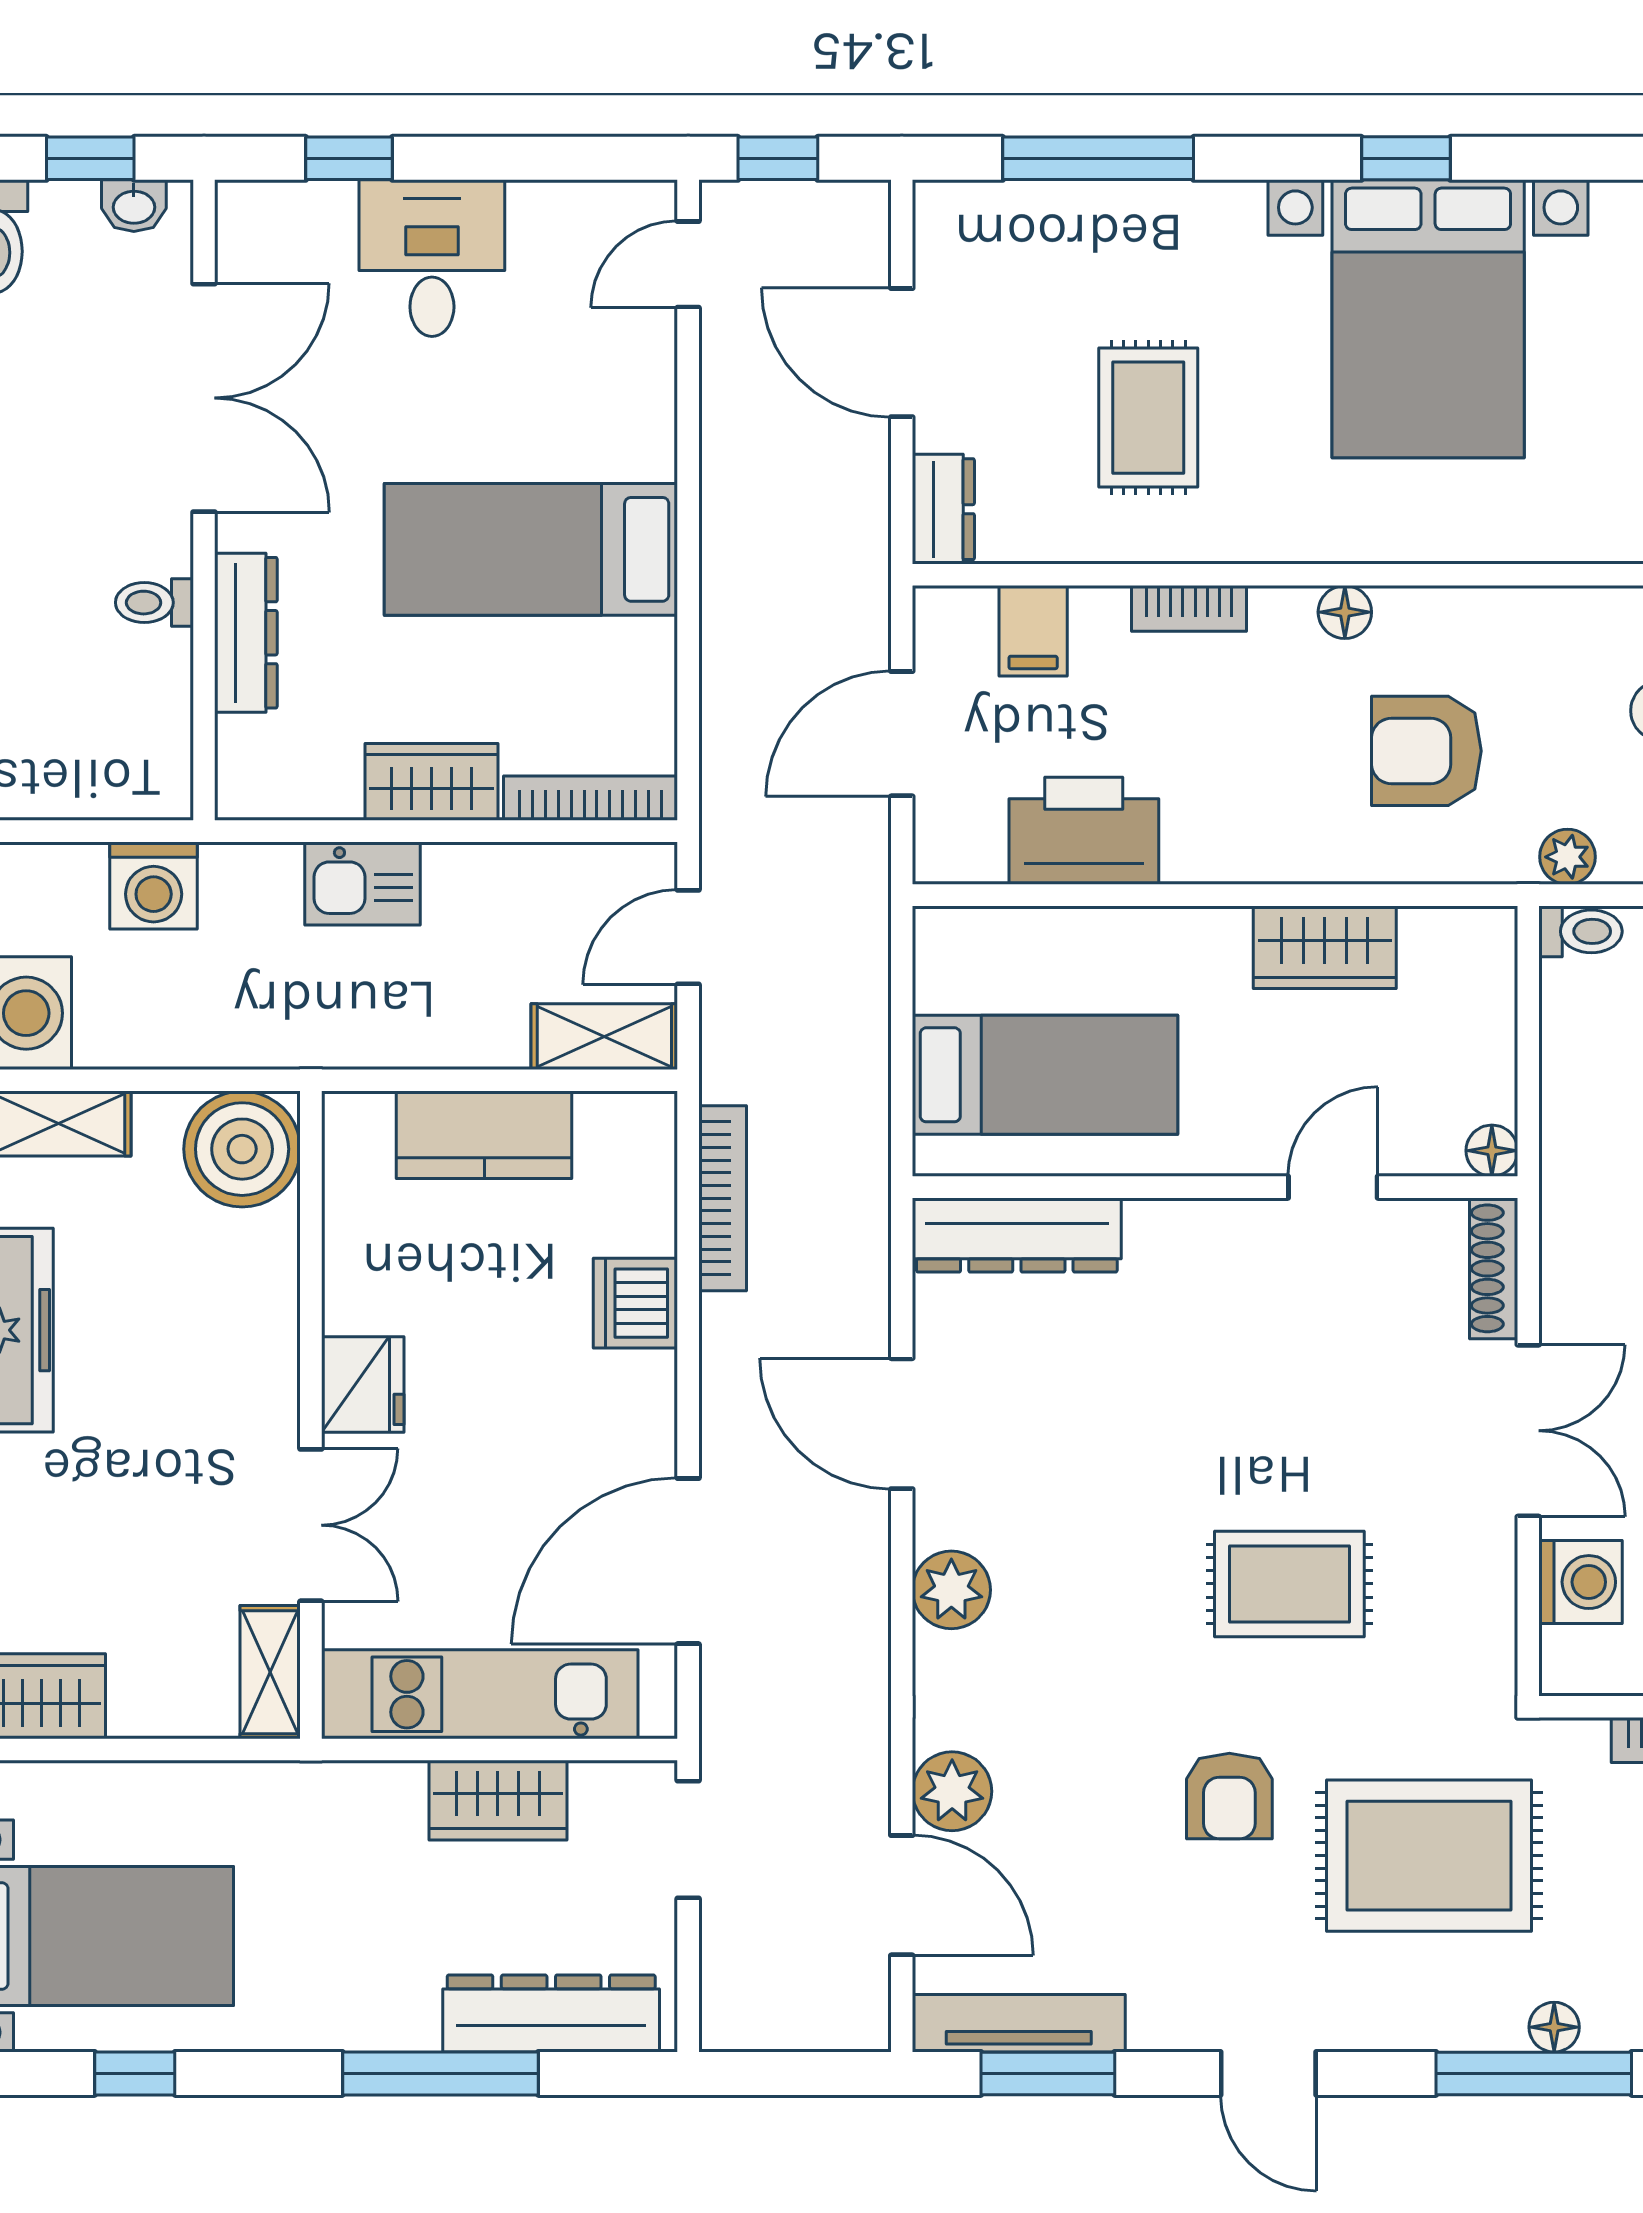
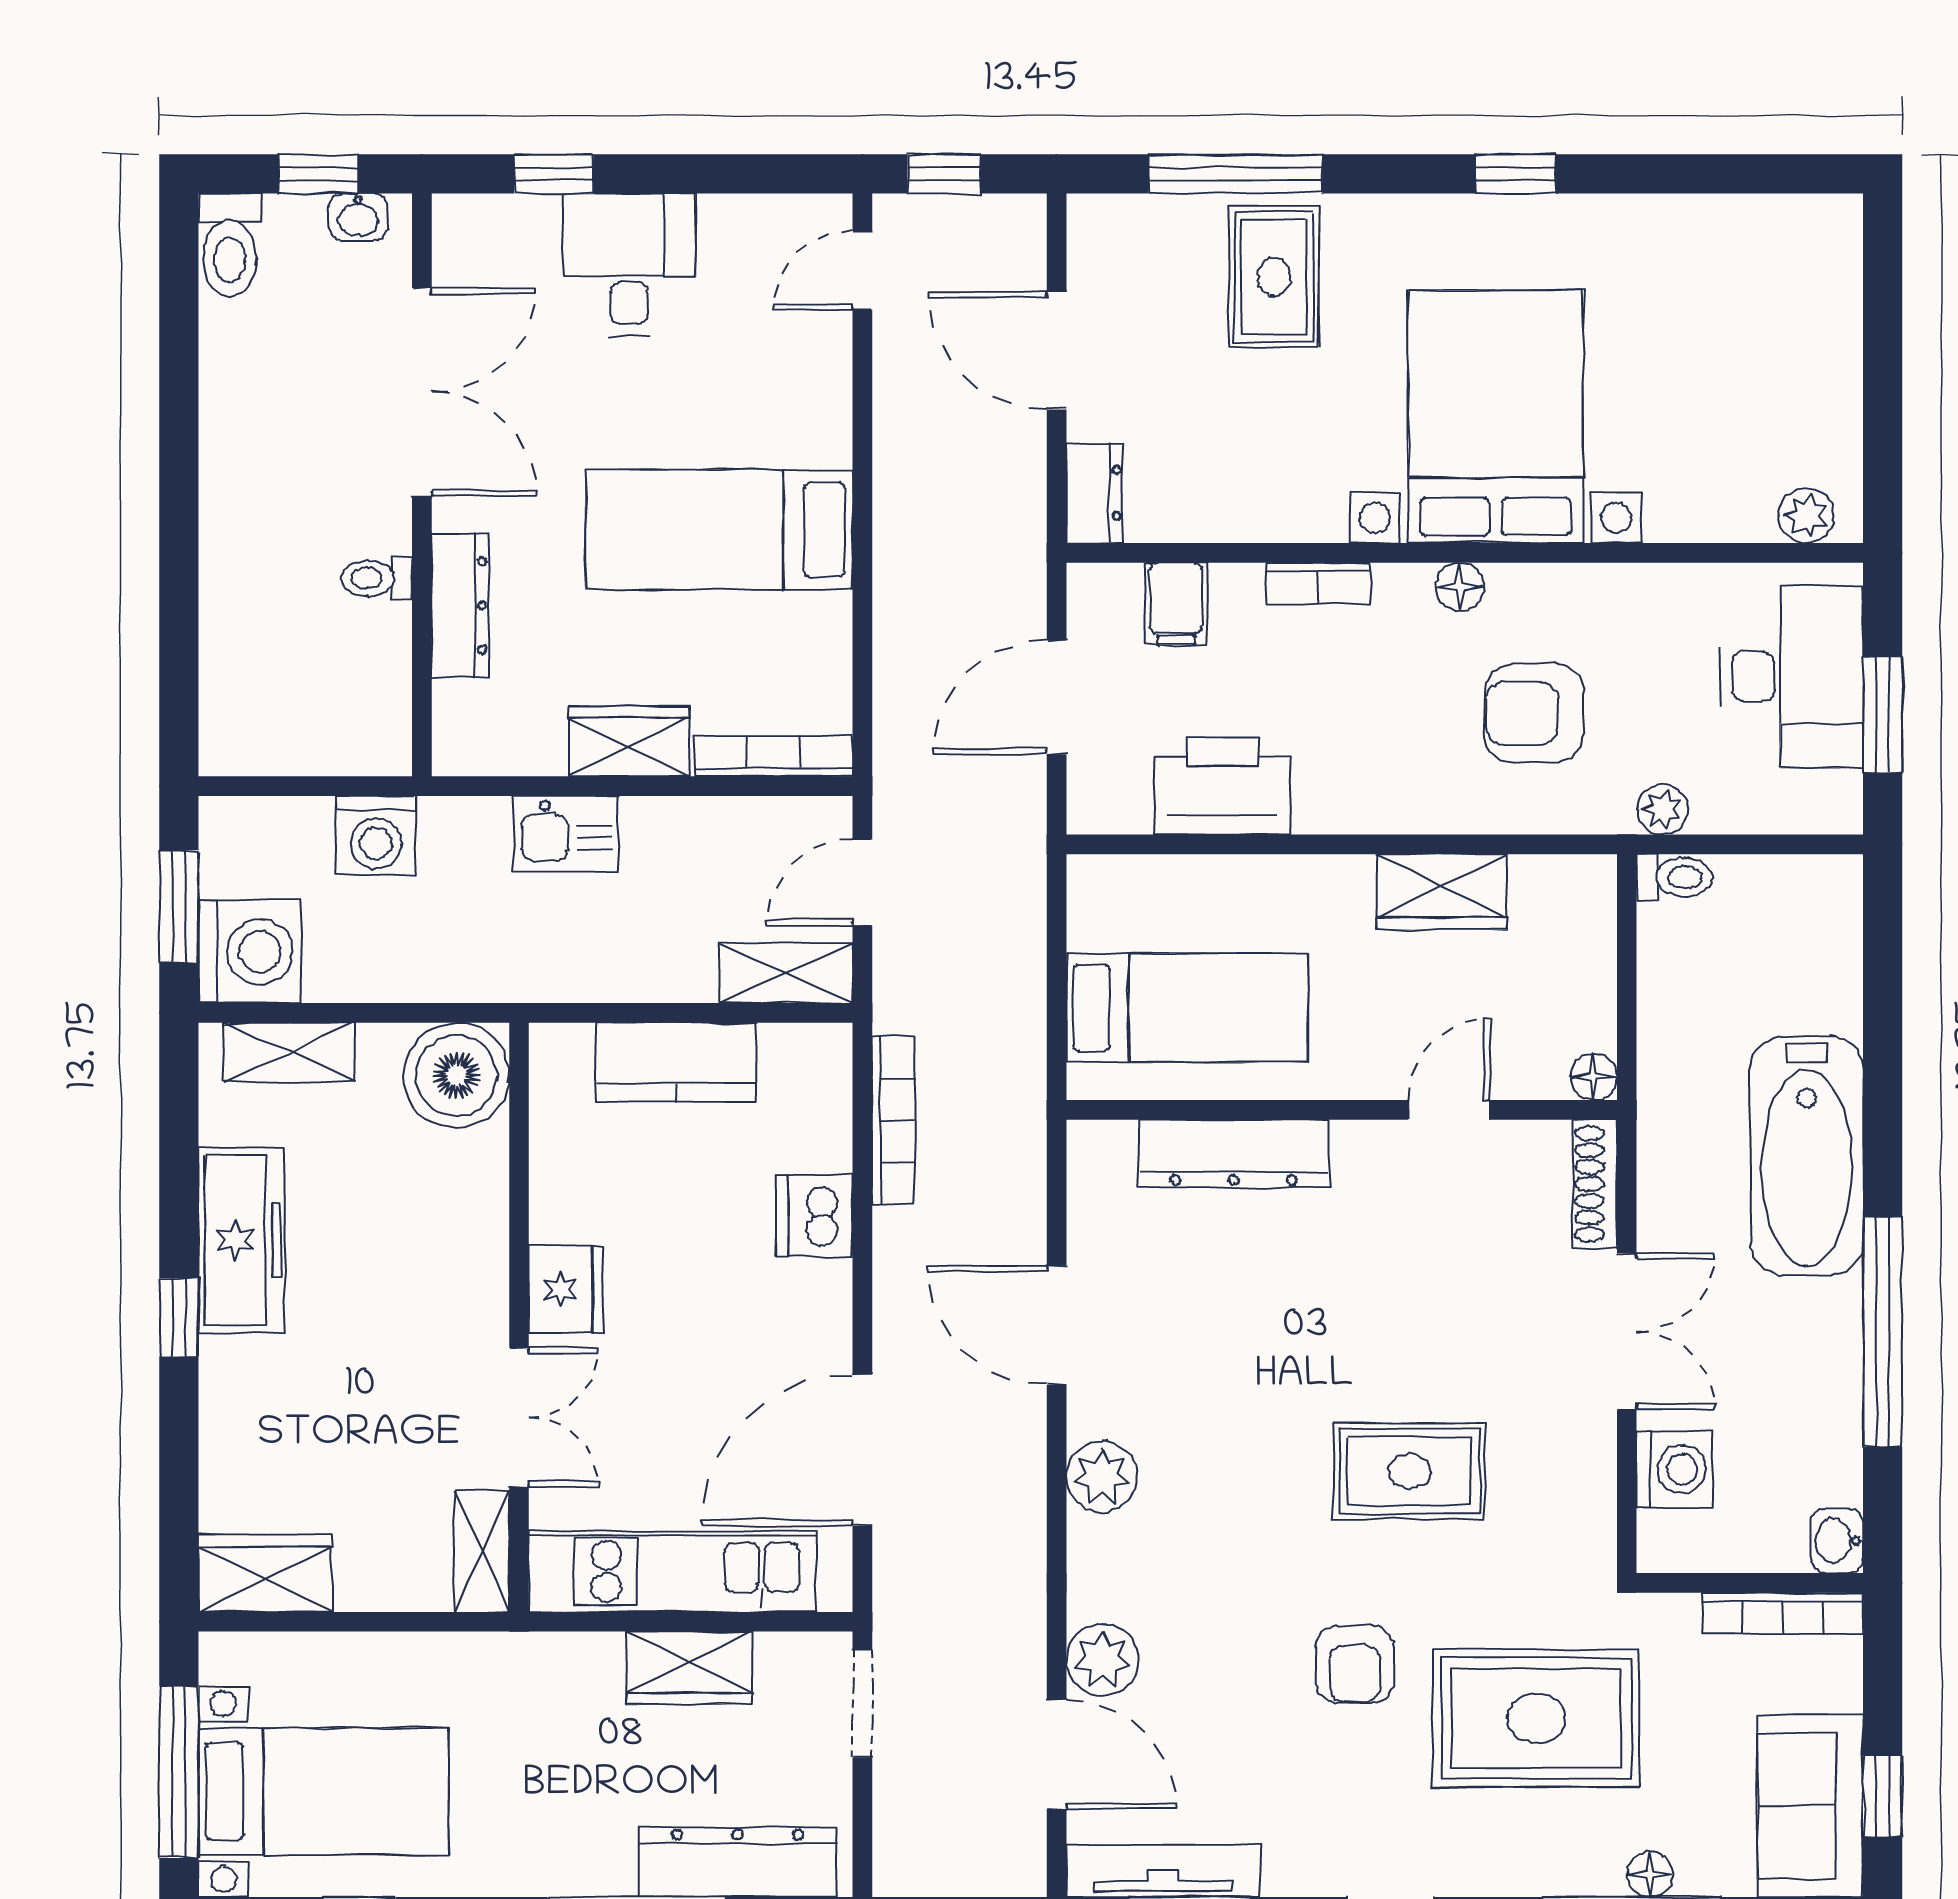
bed with nightstands: (1428, 319) -> (1496, 417), moved, turned 180
rug: (1148, 418) -> (1274, 277), moved
dresser: (1017, 1235) -> (1234, 1154), moved

